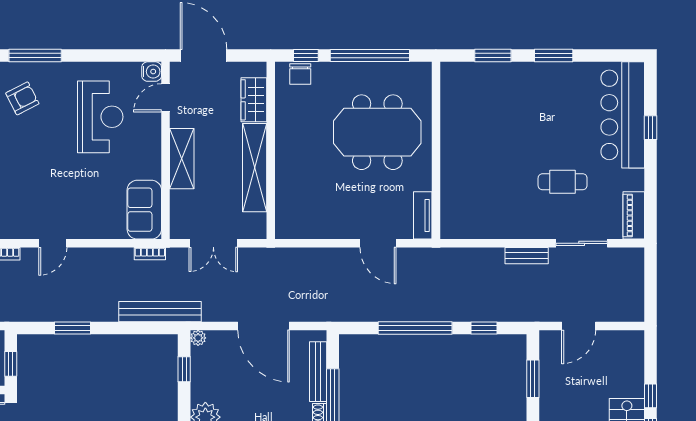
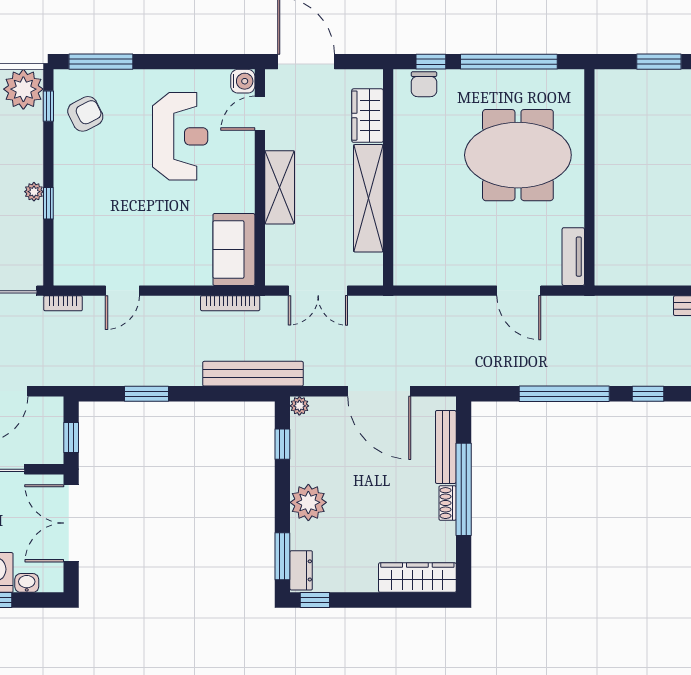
bookcase: (150, 254) -> (230, 303), width x1.56

